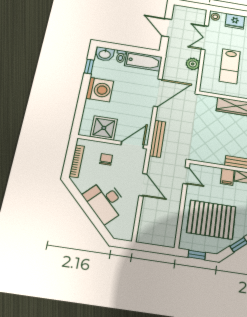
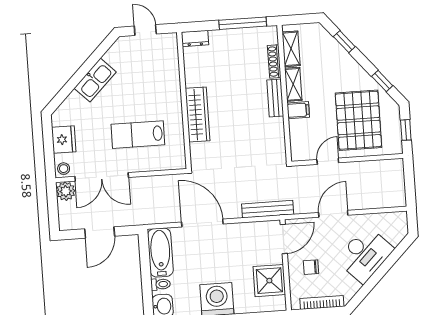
double door: (205, 38) -> (102, 177), width x1.37
plant: (193, 64) -> (66, 191), moved
lab bench: (230, 66) -> (138, 135), turned 180
door: (132, 145) -> (284, 239), swing flipped
door: (186, 176) -> (328, 161), moved

